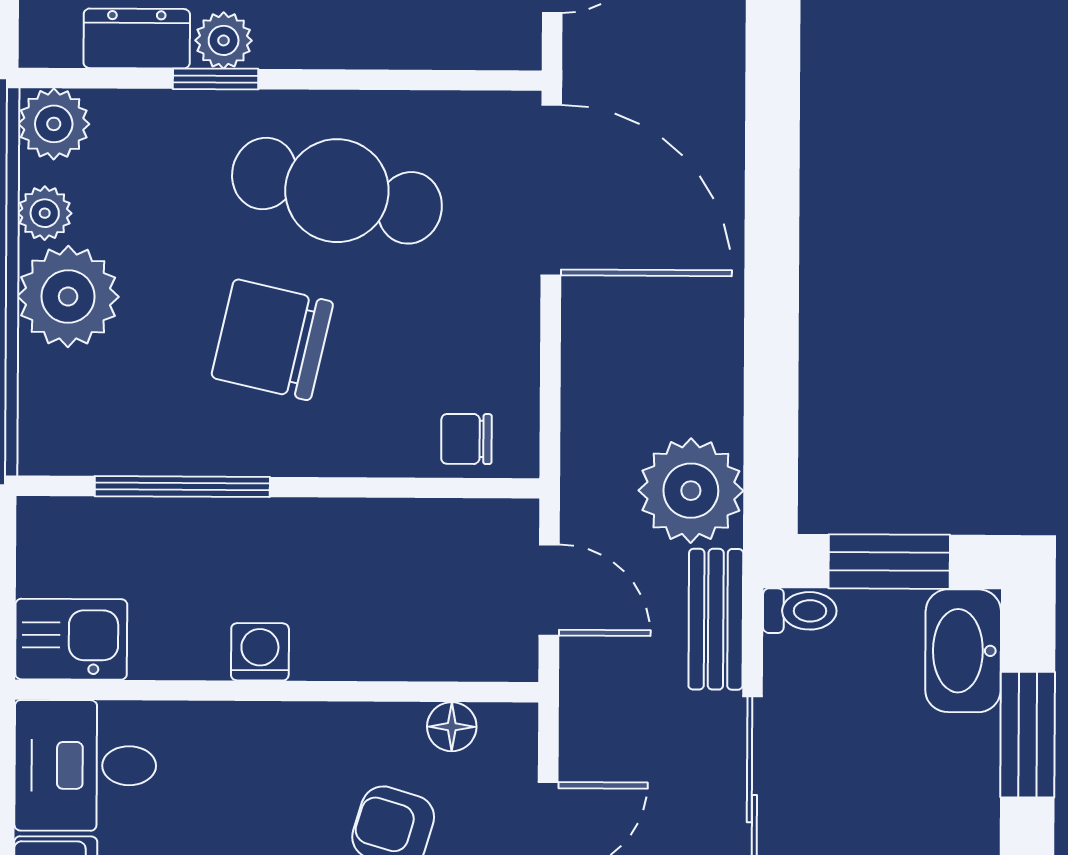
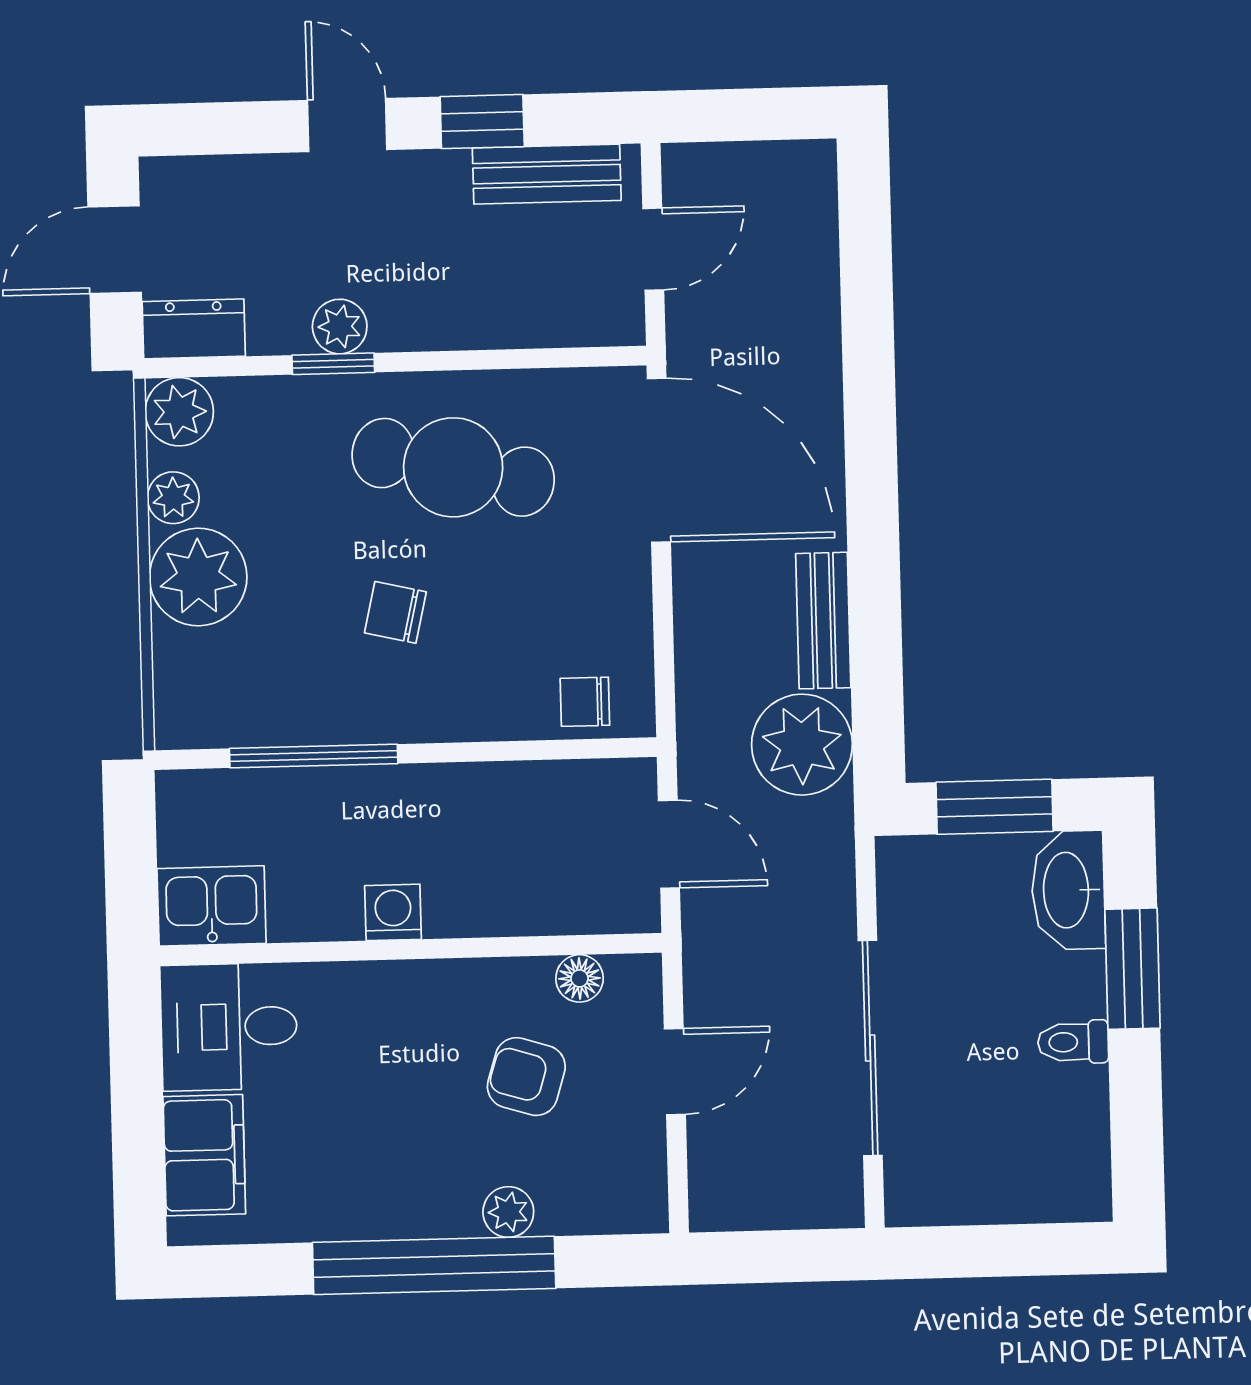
dresser: (137, 39) -> (194, 329), moved
chair: (272, 340) -> (395, 612), width x0.54, depth x0.54
toilet: (800, 611) -> (1073, 1042), moved, turned 180
bench: (716, 619) -> (823, 621), moved

